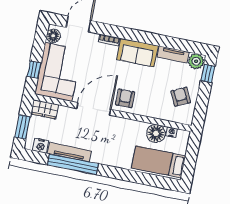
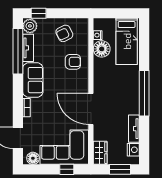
window: (172, 43) -> (18, 51), added
armchair: (125, 98) -> (73, 62), moved, turned 180
tv unit: (69, 152) -> (134, 129), width x0.71
window: (73, 164) -> (144, 93), moved

